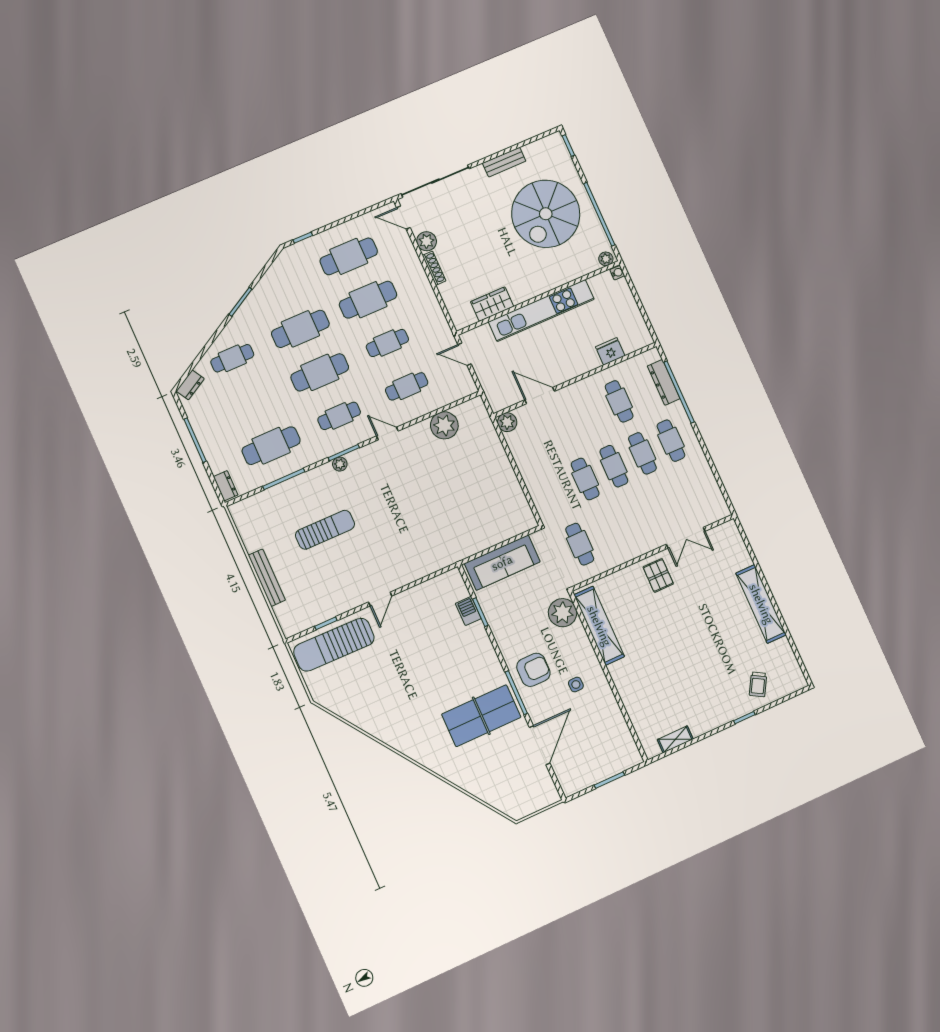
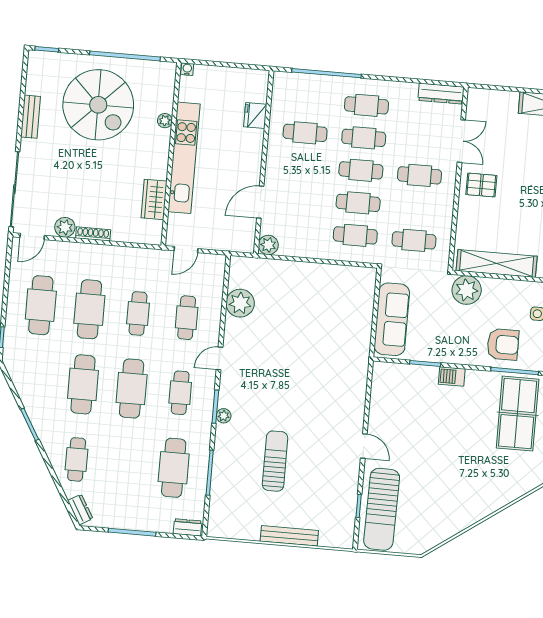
plant: (606, 259) -> (165, 121), moved
dresser: (664, 382) -> (441, 94), moved
cafe table: (556, 492) -> (355, 235), added
cafe table: (637, 518) -> (419, 175), added
barbecue: (468, 611) -> (452, 376), moved
armchair: (533, 670) -> (503, 344), turned 90

